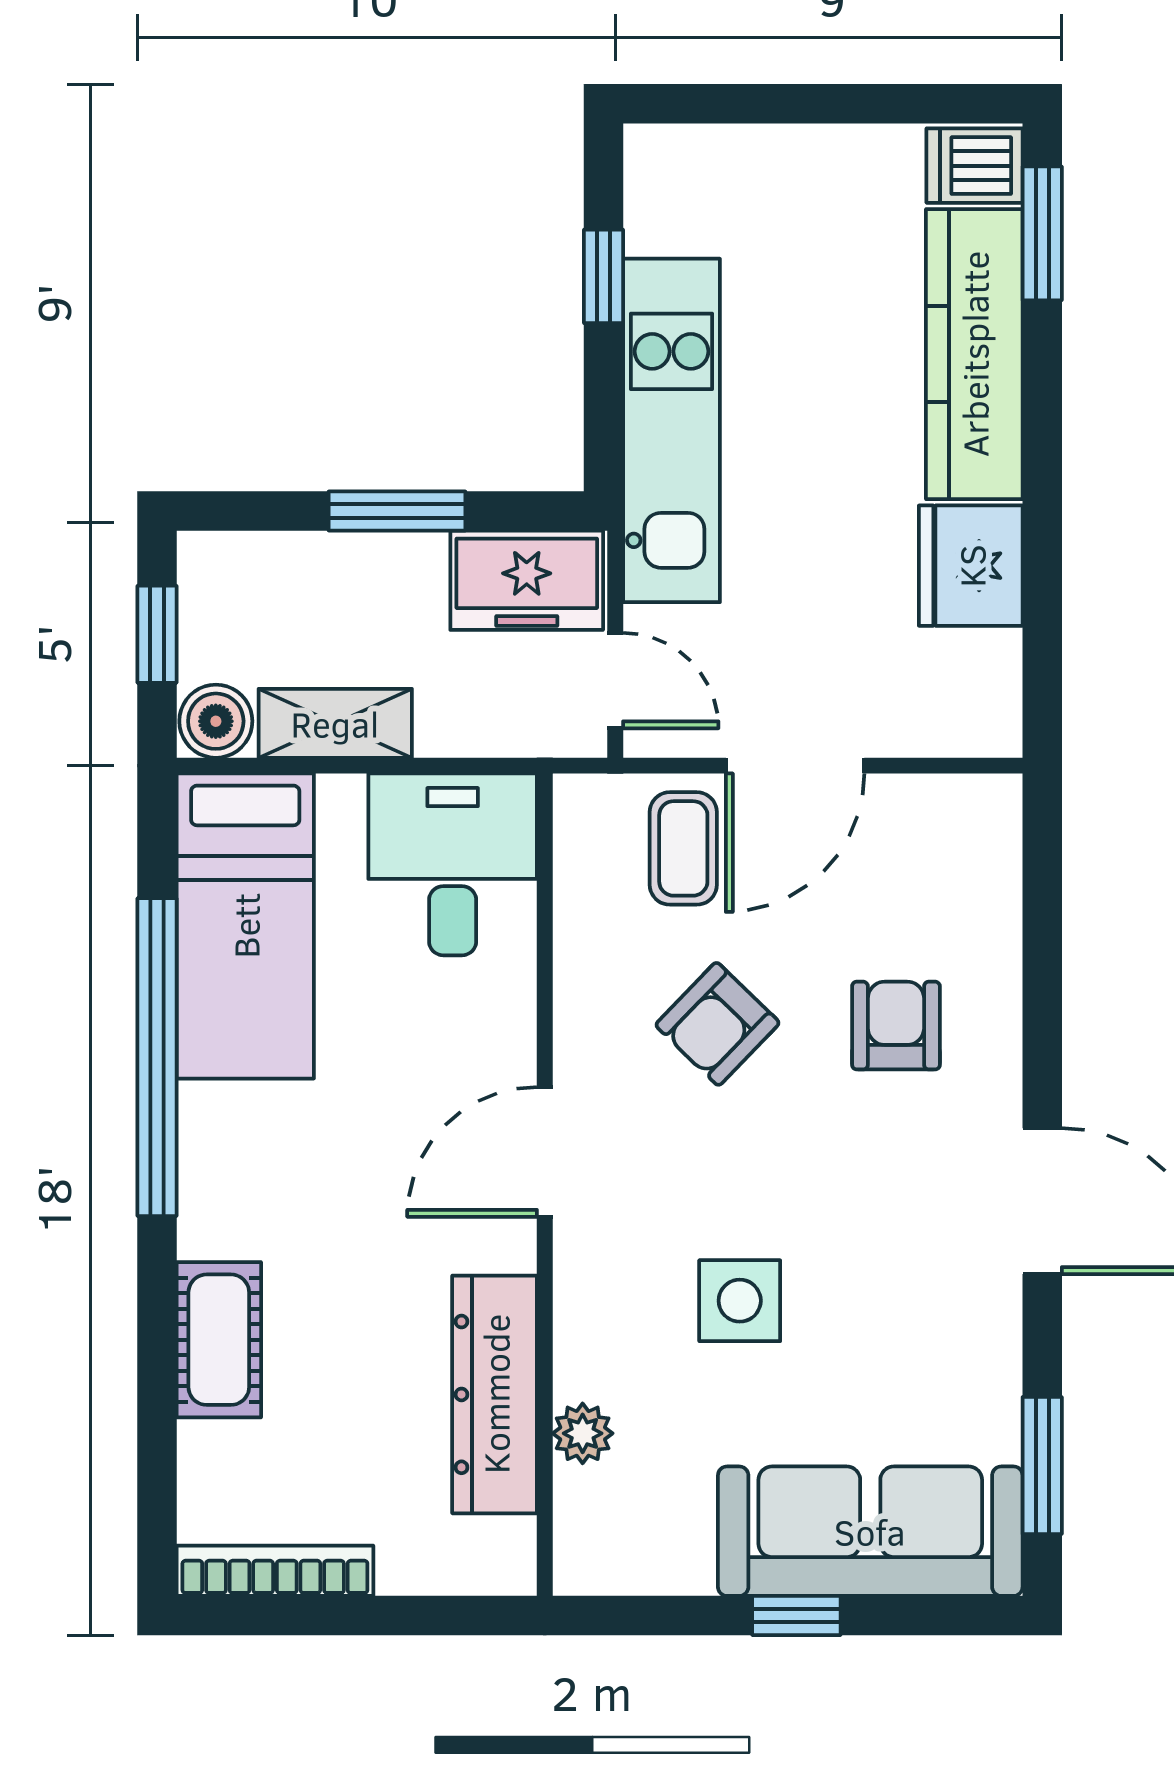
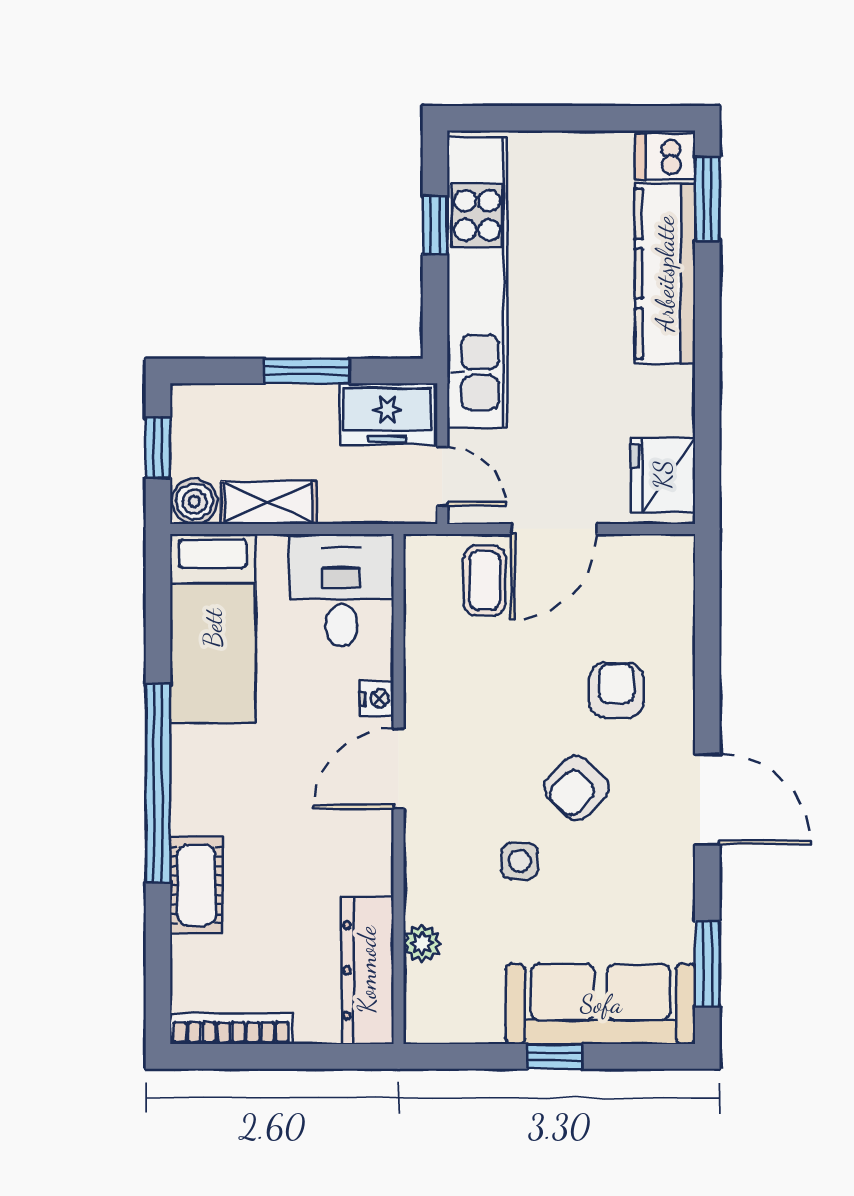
kitchen unit: (671, 430) -> (477, 282), width x1.36
fridge: (971, 566) -> (663, 475), moved
armchair: (717, 1024) -> (577, 788), moved
nightstand: (510, 1039) -> (377, 699), added
window: (157, 1057) -> (158, 783), moved
side table: (740, 1301) -> (520, 861), width x0.73, depth x0.73
dresser: (495, 1394) -> (367, 970), moved

